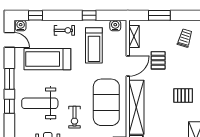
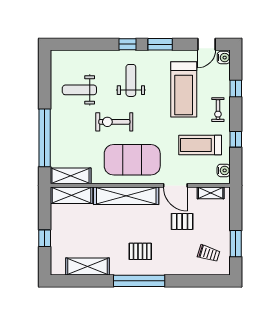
window: (36, 15) -> (236, 89), moved
window: (159, 15) -> (236, 244), moved
treadmill: (47, 59) -> (184, 89), turned 180
pallet: (183, 95) -> (140, 251), turned 90
weight bench: (40, 103) -> (131, 80), width x0.73, depth x0.75
exercise bike: (75, 117) -> (114, 122), width x1.38, depth x1.39

